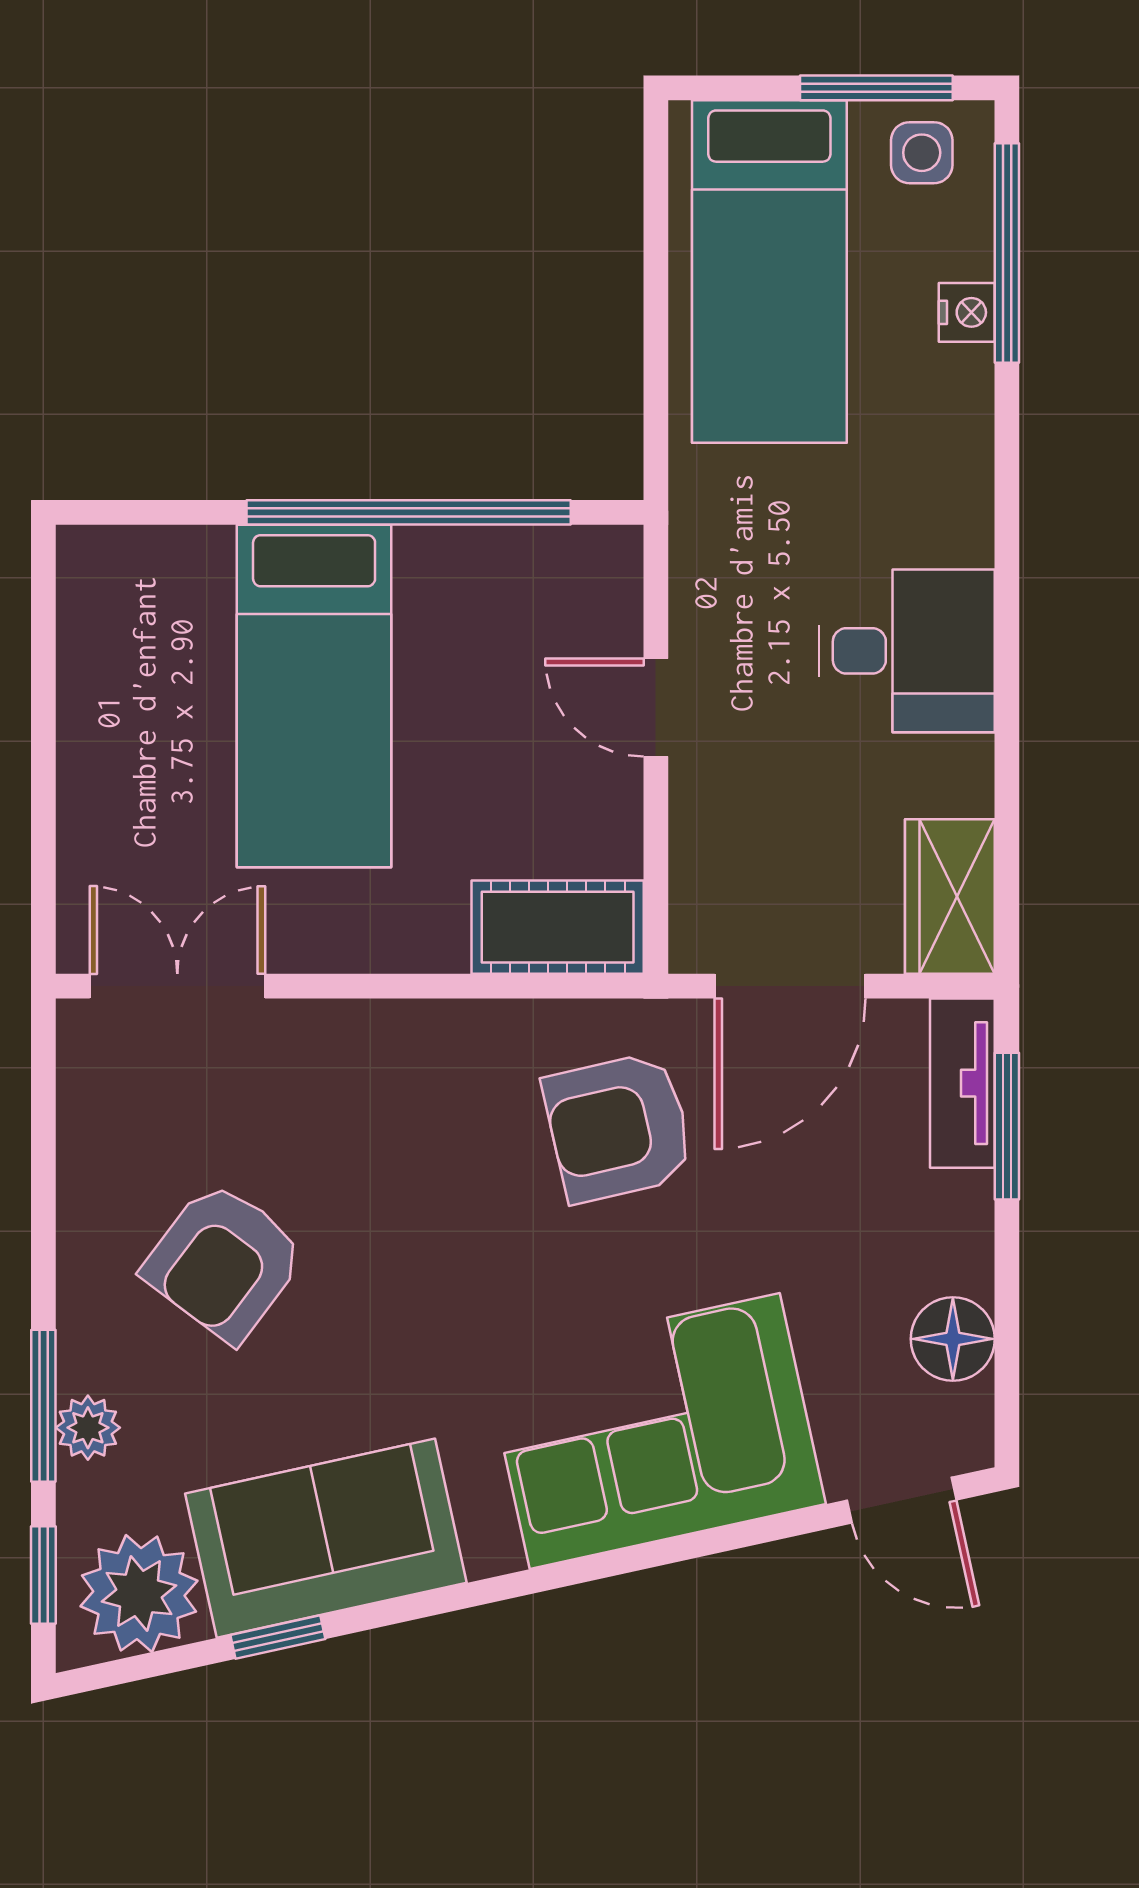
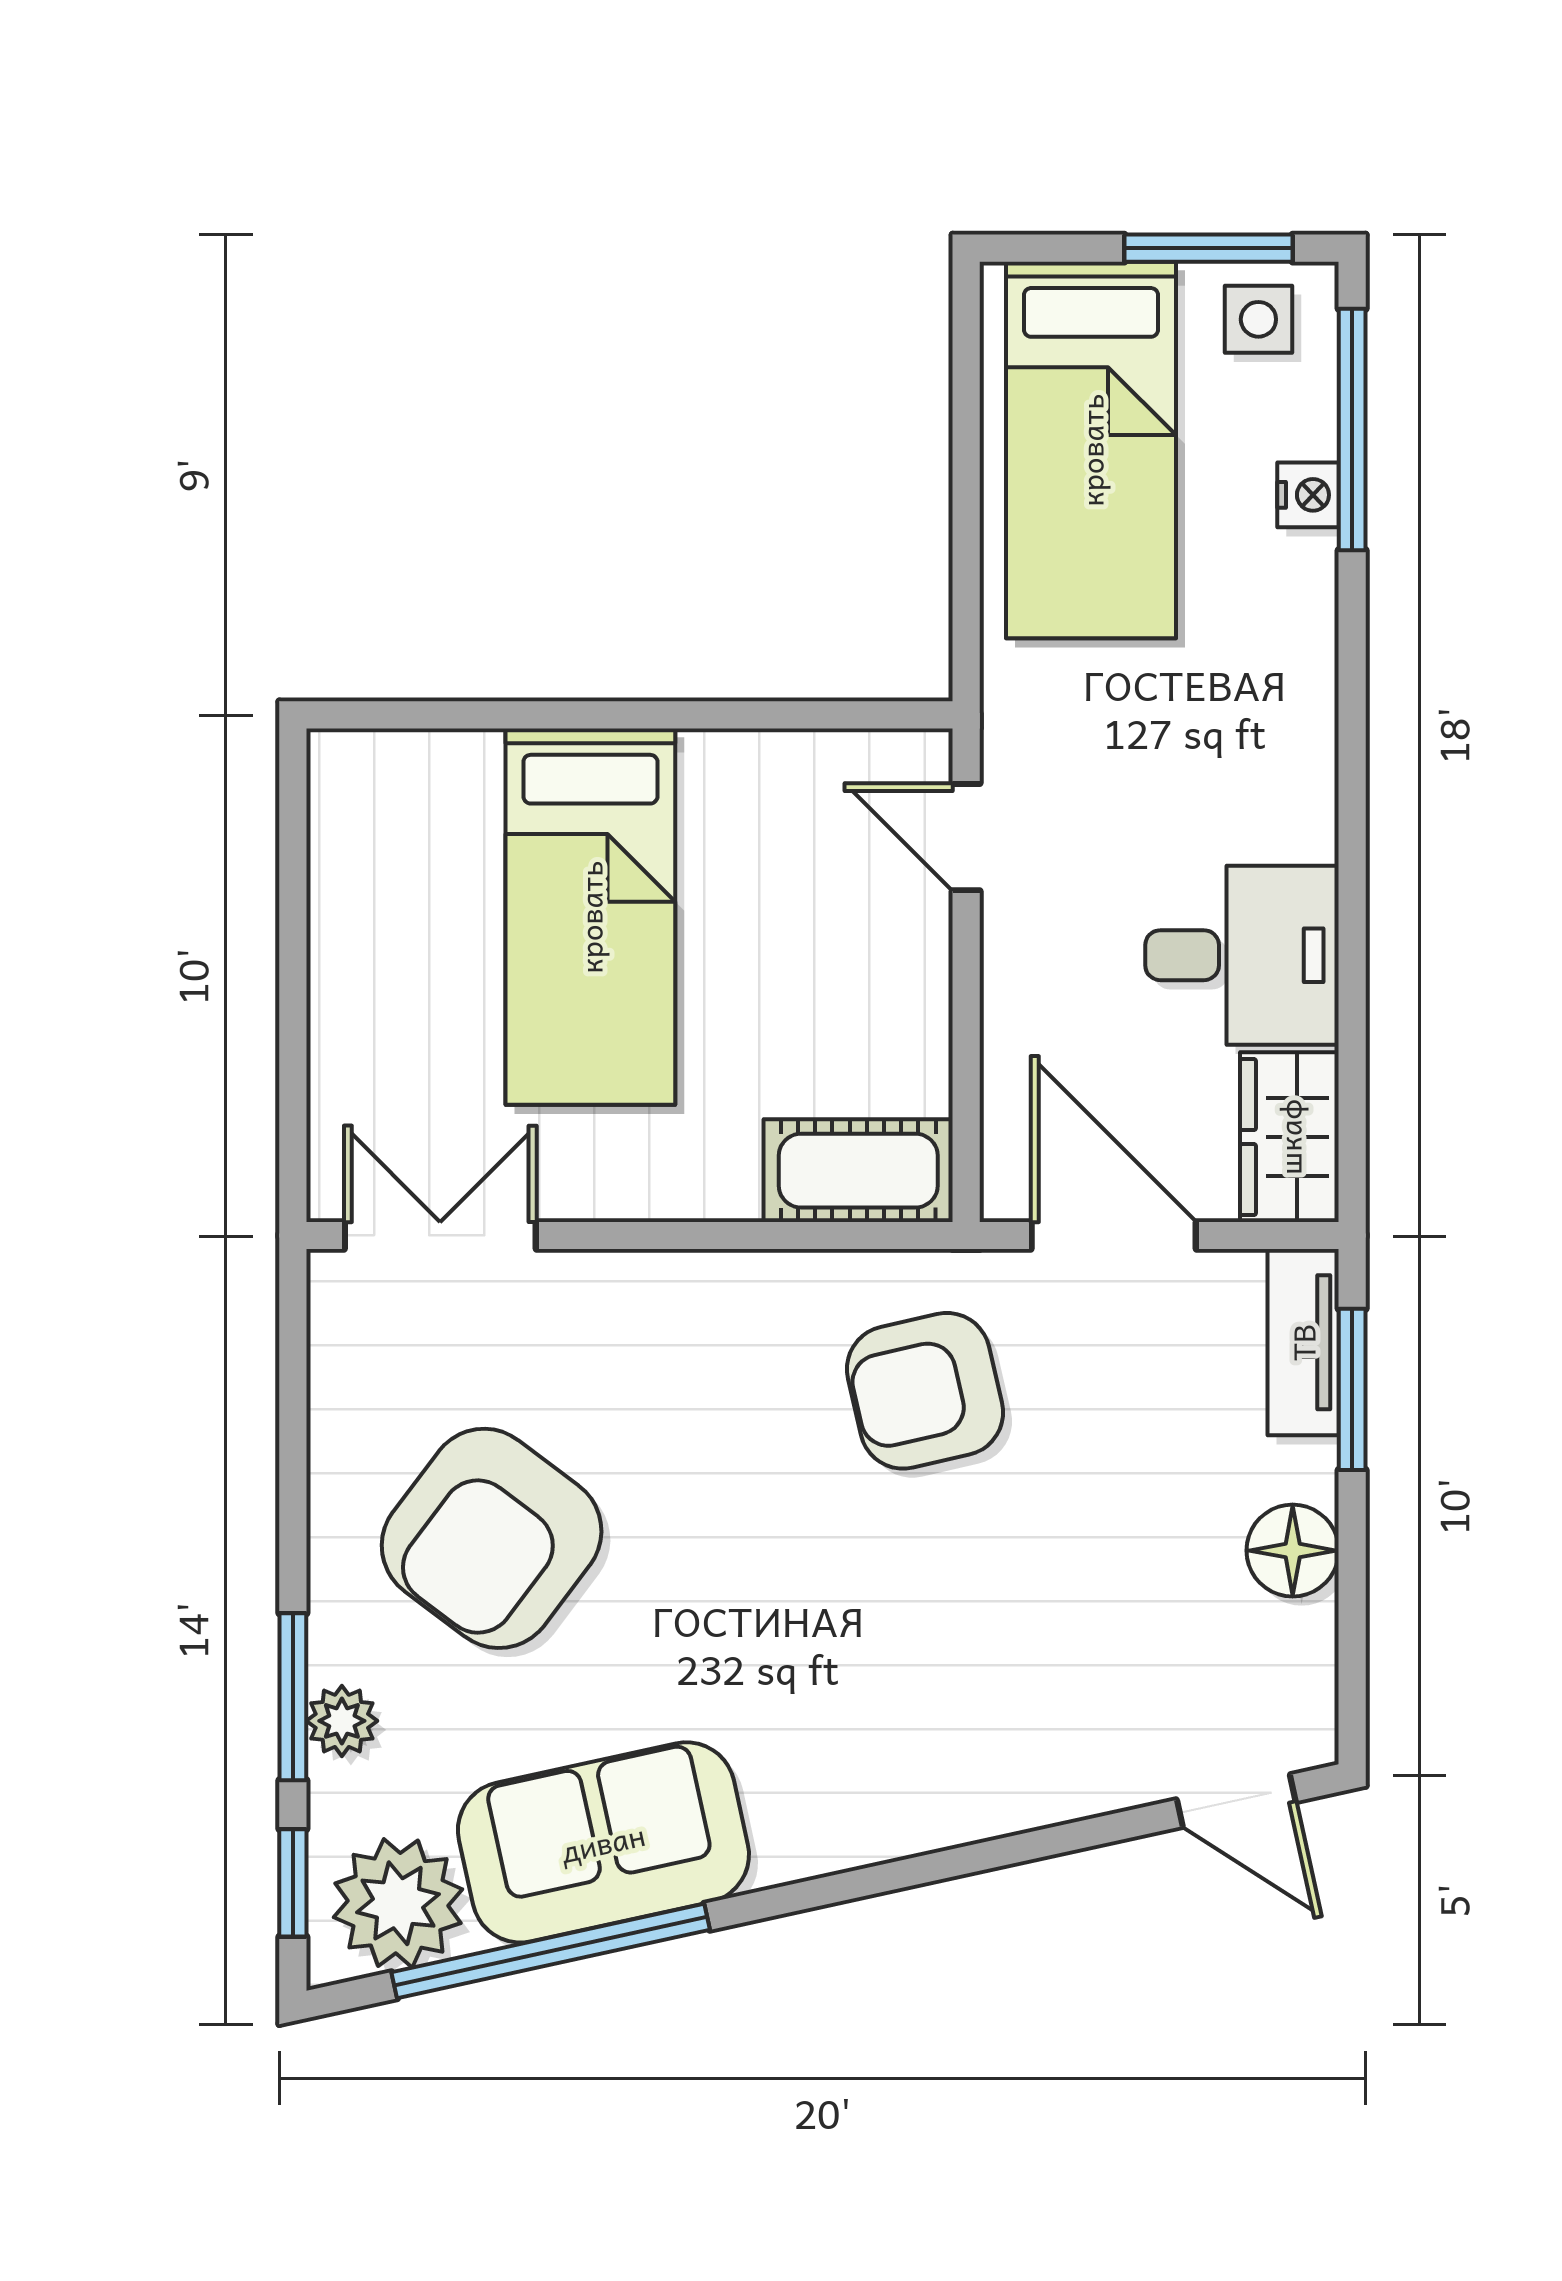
window: (409, 512) -> (694, 715), removed
desk: (907, 651) -> (1242, 955), moved
door: (656, 707) -> (966, 837), moved
door: (790, 986) -> (1114, 1235), swing flipped
armchair: (224, 1262) -> (492, 1538), width x1.36, depth x1.36
floor lamp: (953, 1339) -> (1293, 1551), moved
corner sofa: (655, 1431) -> (965, 1725), removed
window: (278, 1637) -> (551, 1951), width x3.17

